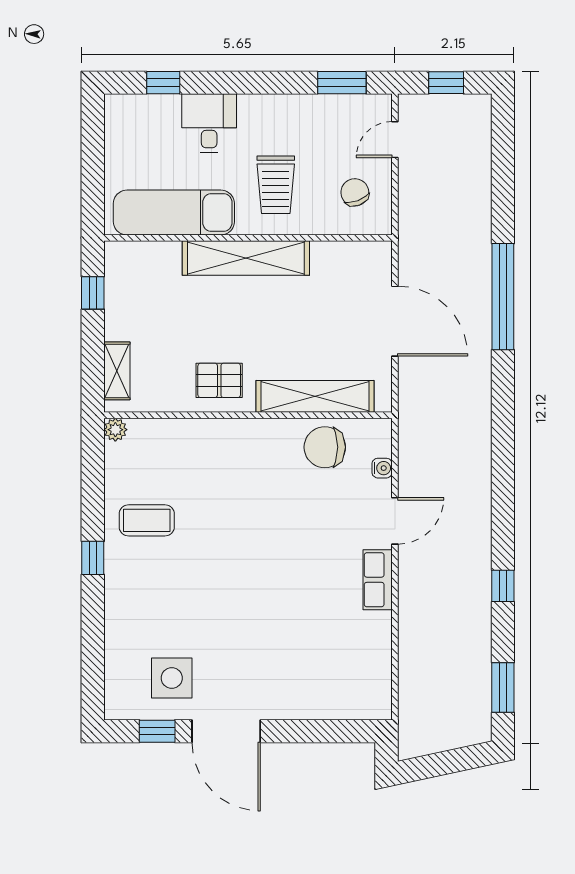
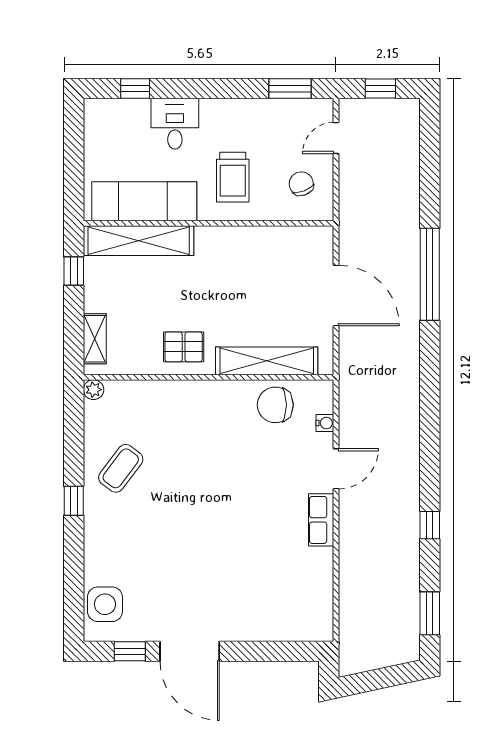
shelving: (246, 258) -> (139, 241), moved
coffee table: (147, 520) -> (121, 468), turned -53
side table: (172, 678) -> (105, 604), moved

